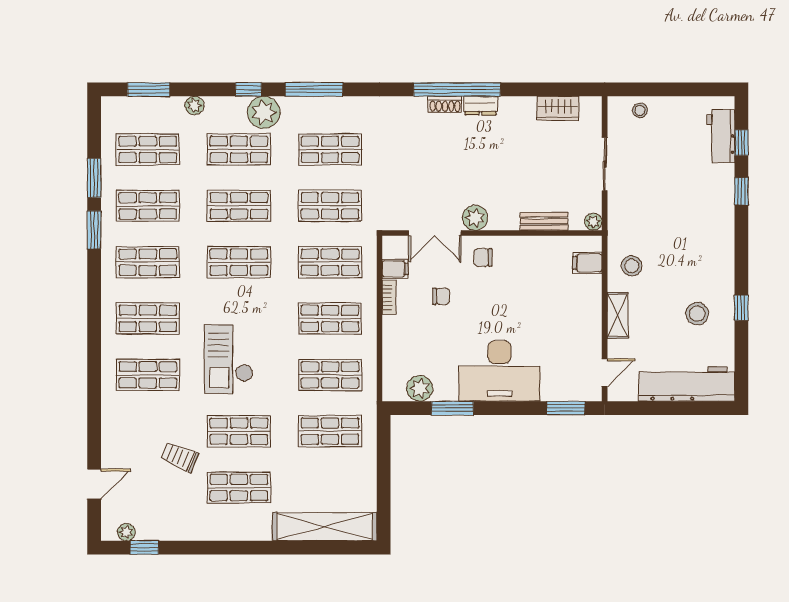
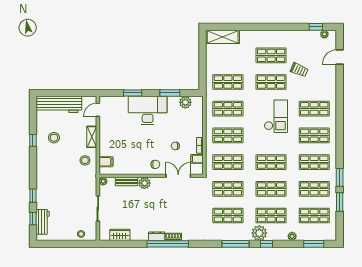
plant: (475, 218) -> (144, 183), moved
window: (566, 408) -> (133, 93), moved
shelving: (325, 527) -> (223, 37), width x0.68

